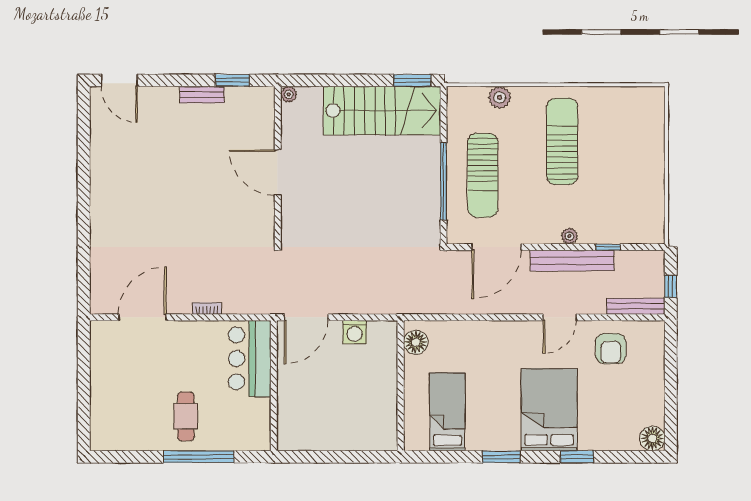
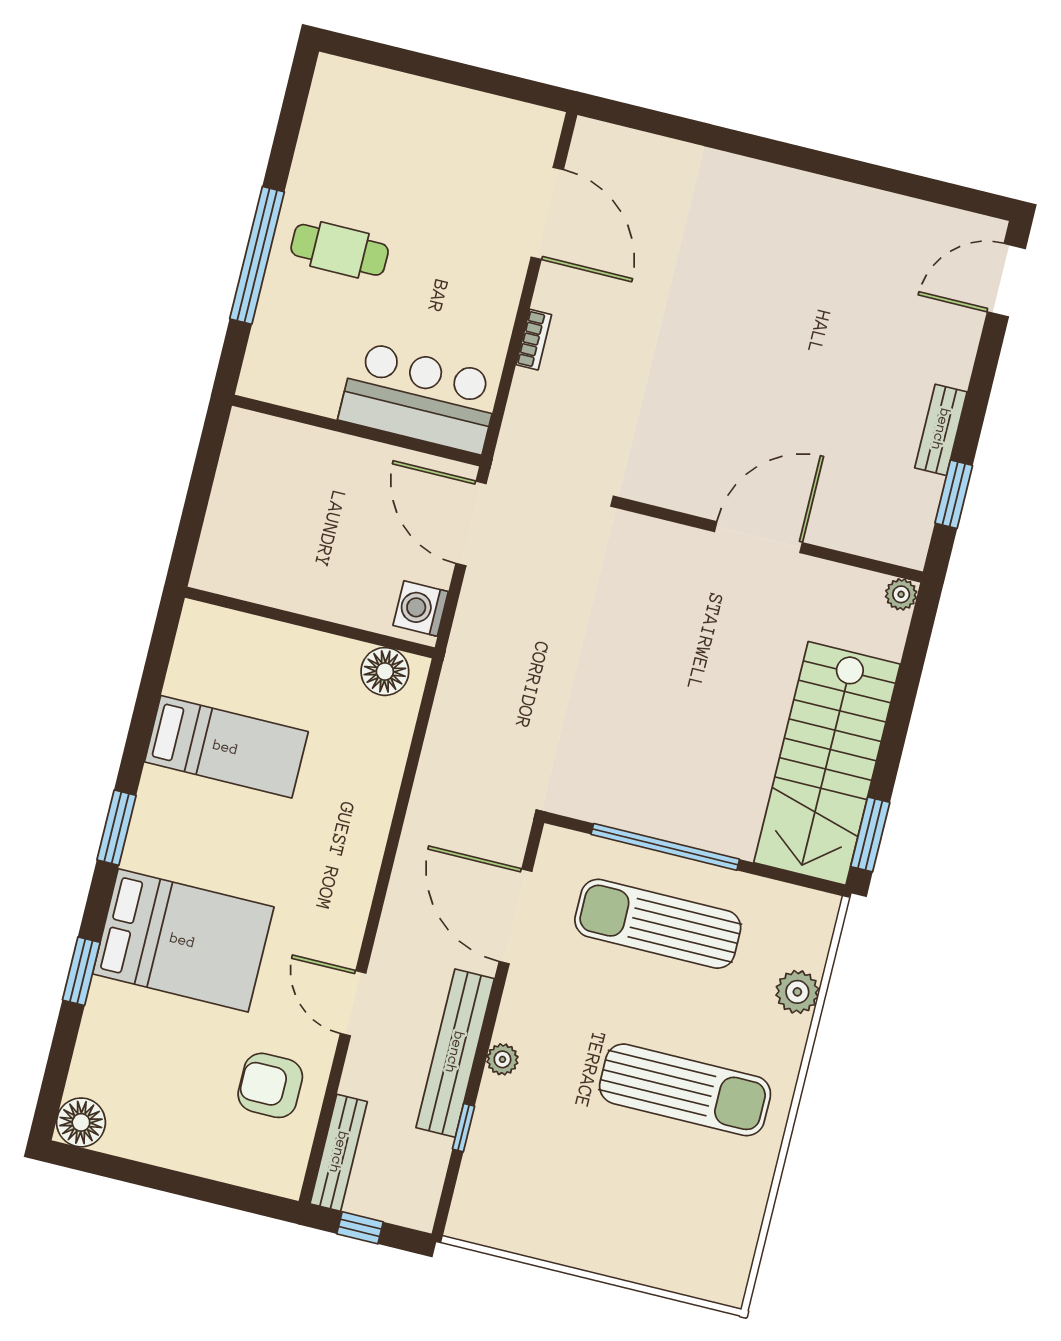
floor lamp: (416, 342) -> (385, 671), moved
wall: (401, 386) -> (310, 623), moved

